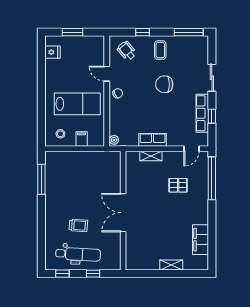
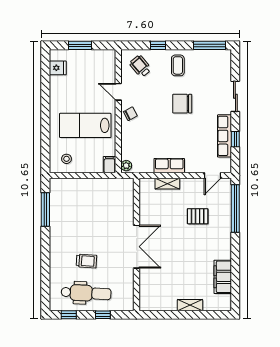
lab bench: (77, 104) -> (85, 125), turned 180
filing cabinet: (82, 139) -> (109, 165), moved
double door: (123, 213) -> (136, 247), swing flipped

